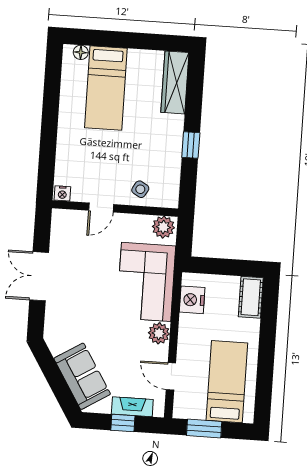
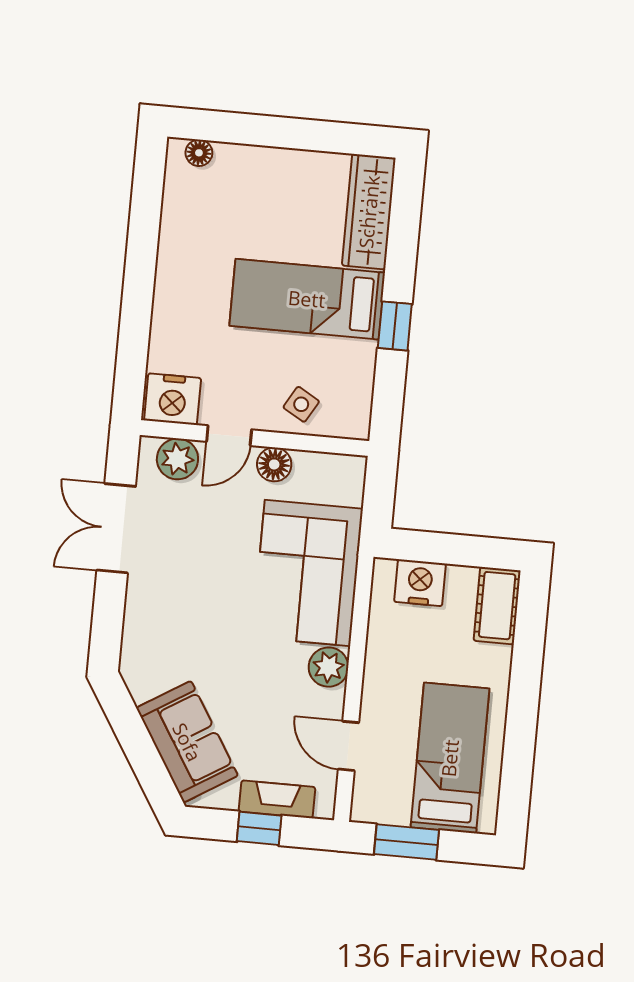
bed: (106, 88) -> (307, 299), moved, turned 90
nightstand: (62, 193) -> (173, 399), width x1.89, depth x1.79
floor lamp: (126, 223) -> (274, 464), added
plant: (163, 227) -> (177, 459), moved
double door: (39, 276) -> (116, 528), moved
nightstand: (192, 300) -> (420, 583), moved, turned 90

